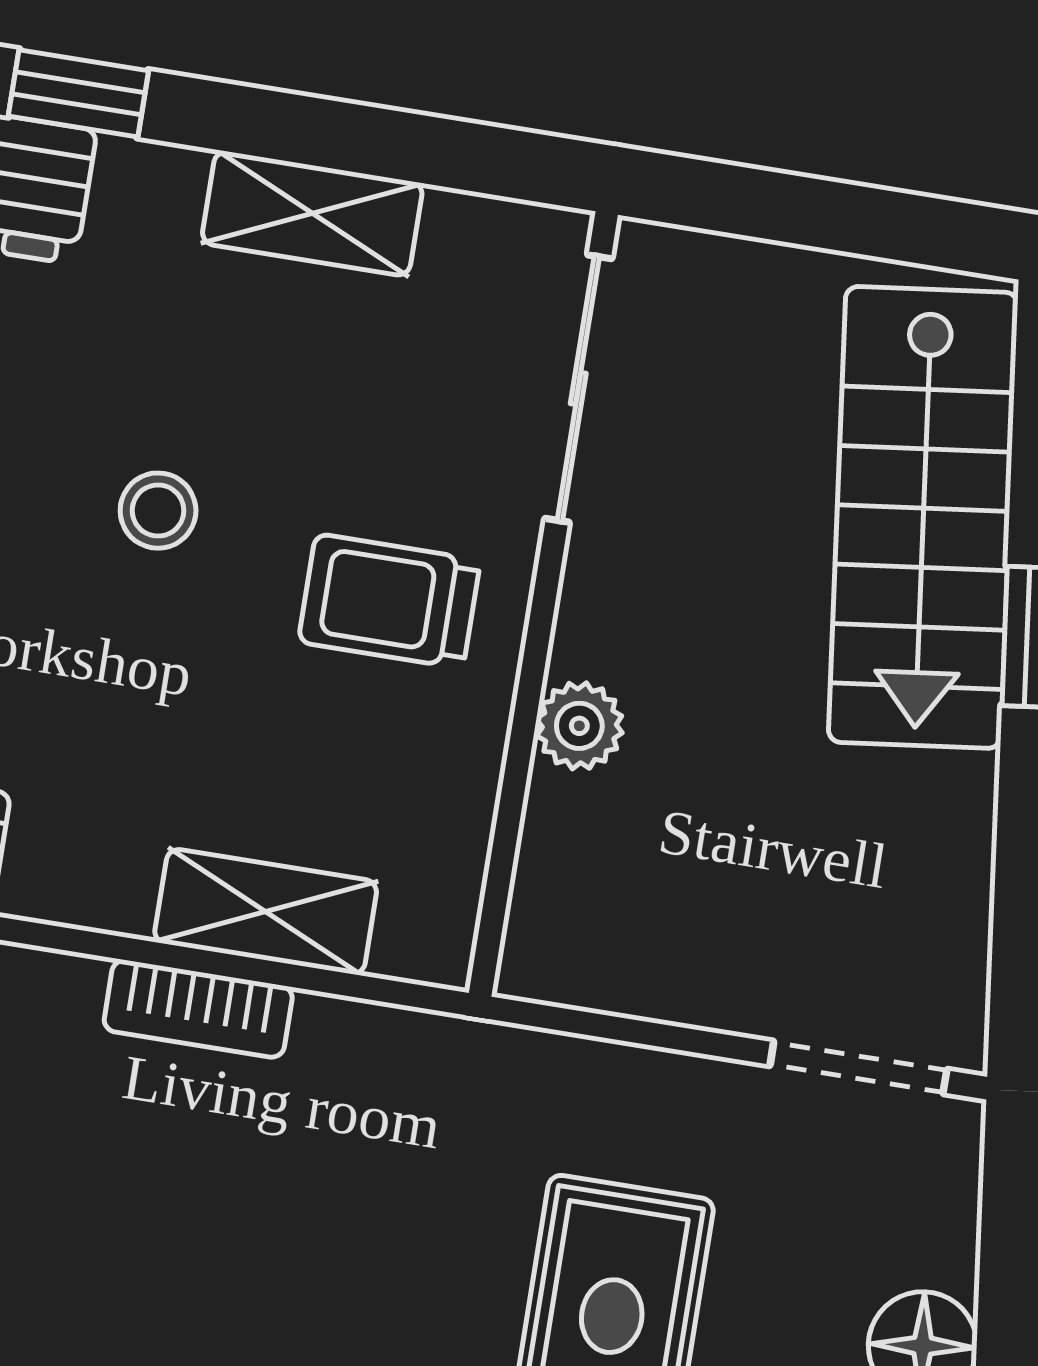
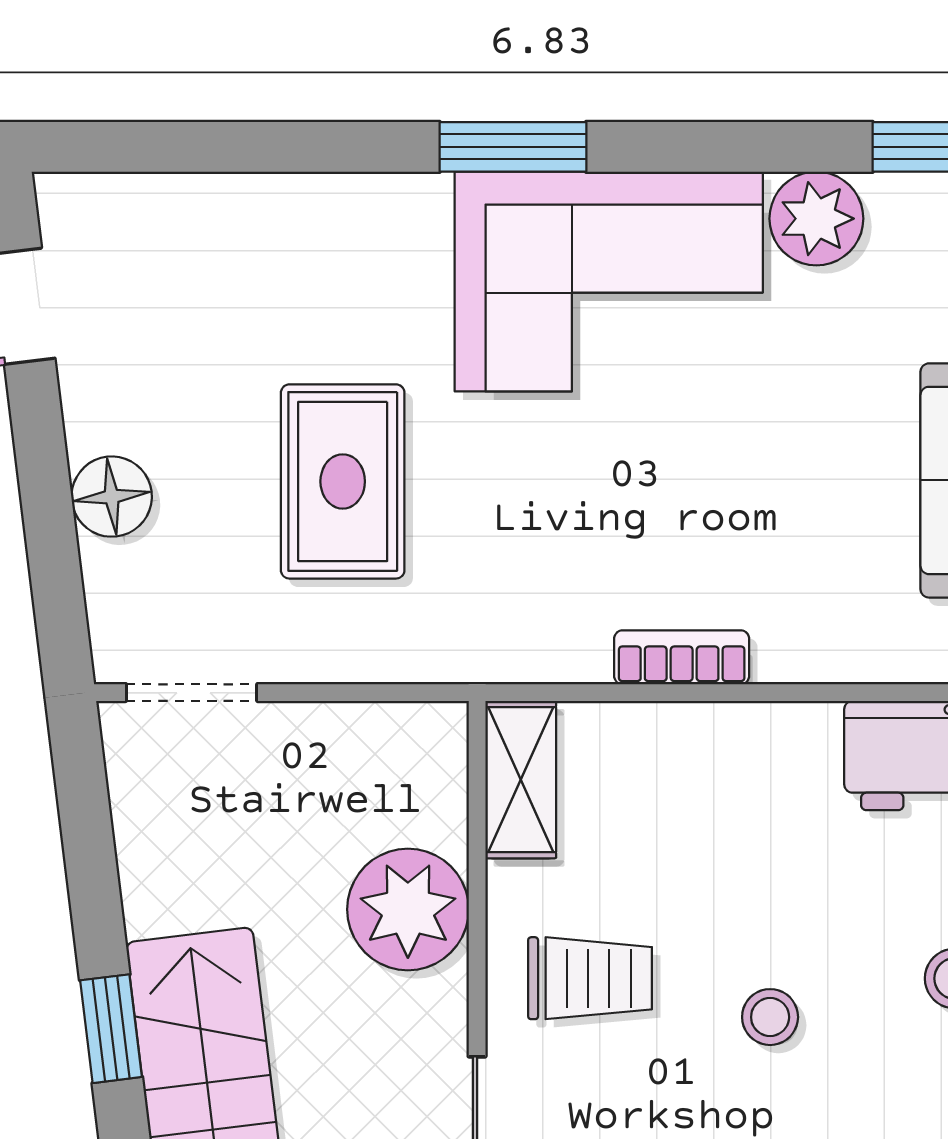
plant: (579, 726) -> (408, 909), width x1.87, depth x1.87
shelving: (266, 912) -> (521, 780), moved, turned 90

